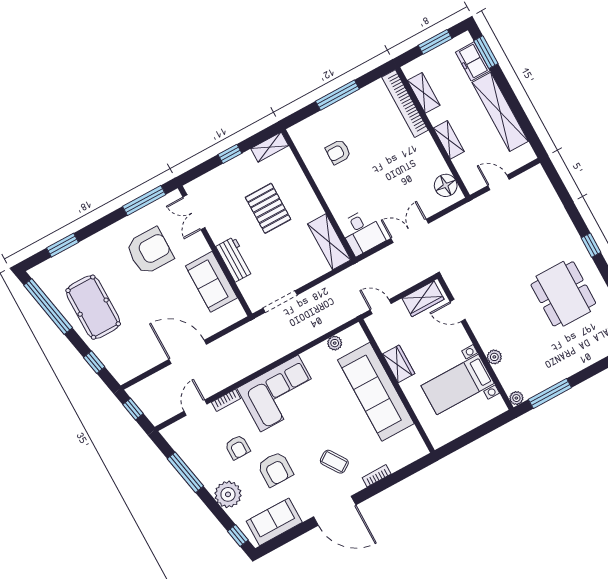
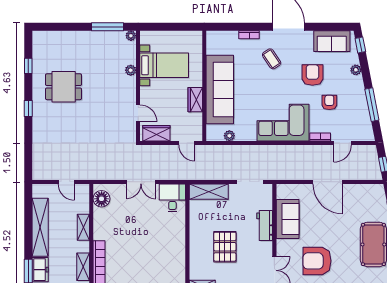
armchair: (338, 152) -> (159, 259), removed
shelving: (329, 242) -> (209, 192), moved, turned 90
dining table: (563, 294) -> (64, 87), width x0.73
plant: (228, 494) -> (356, 70), width x0.53, depth x0.53

